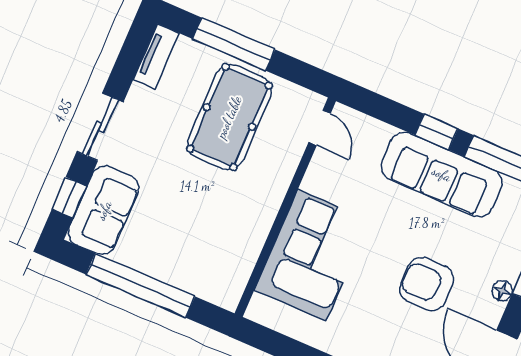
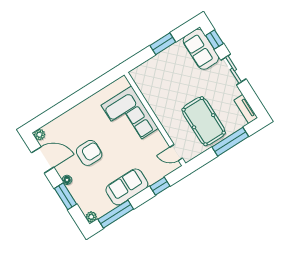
window: (436, 132) -> (160, 186), moved
sofa: (442, 174) -> (127, 187), width x0.73
window: (141, 285) -> (163, 44), width x0.47

